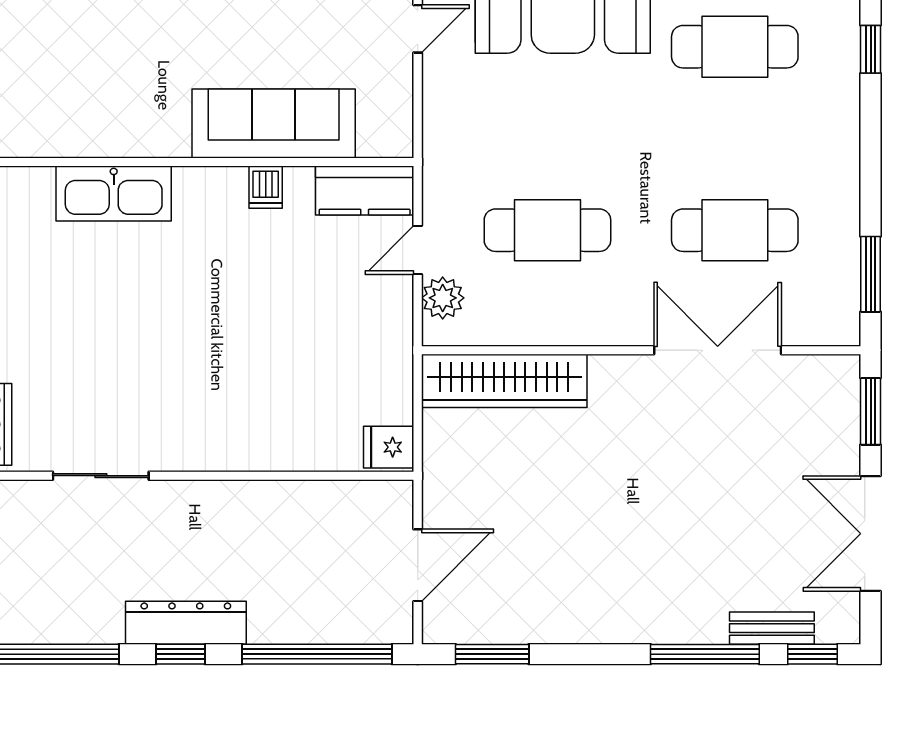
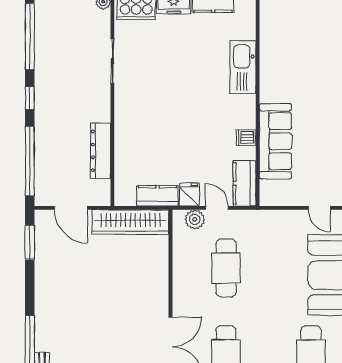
kitchen counter: (391, 378) -> (157, 196), added
wardrobe: (504, 381) -> (130, 222), moved, turned -90
fridge: (389, 447) -> (189, 194), moved
dresser: (186, 623) -> (101, 151), moved, turned 180

